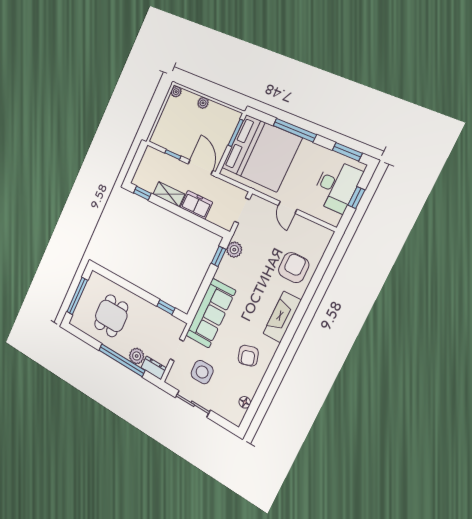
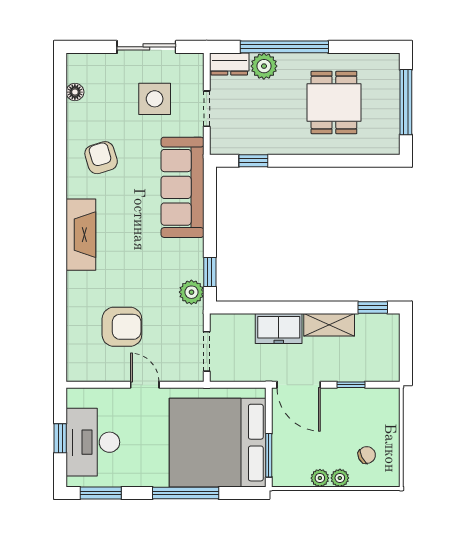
plant: (176, 92) -> (320, 478), moved
chair: (183, 110) -> (367, 455), added
armchair: (294, 268) -> (122, 327), moved, turned -90

